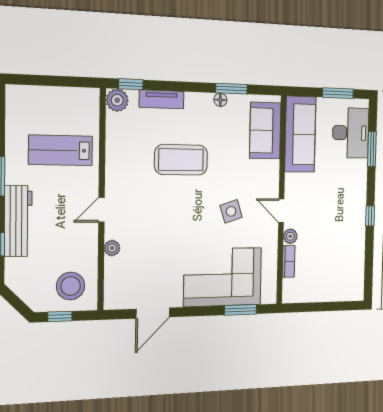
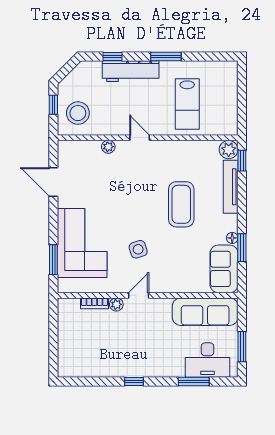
tv unit: (162, 99) -> (231, 187), width x1.41
sofa: (265, 131) -> (224, 269), moved, turned -90
lab bench: (61, 150) -> (187, 104), turned 180

